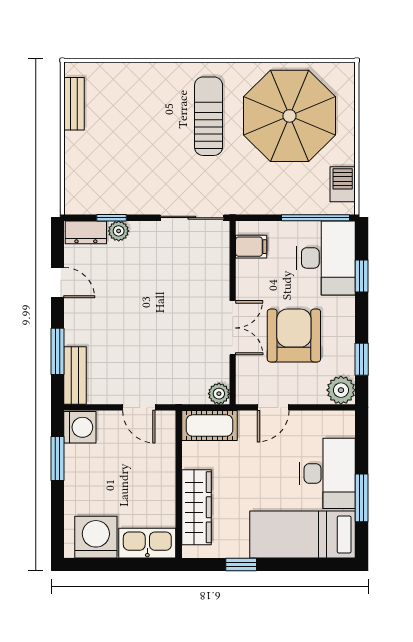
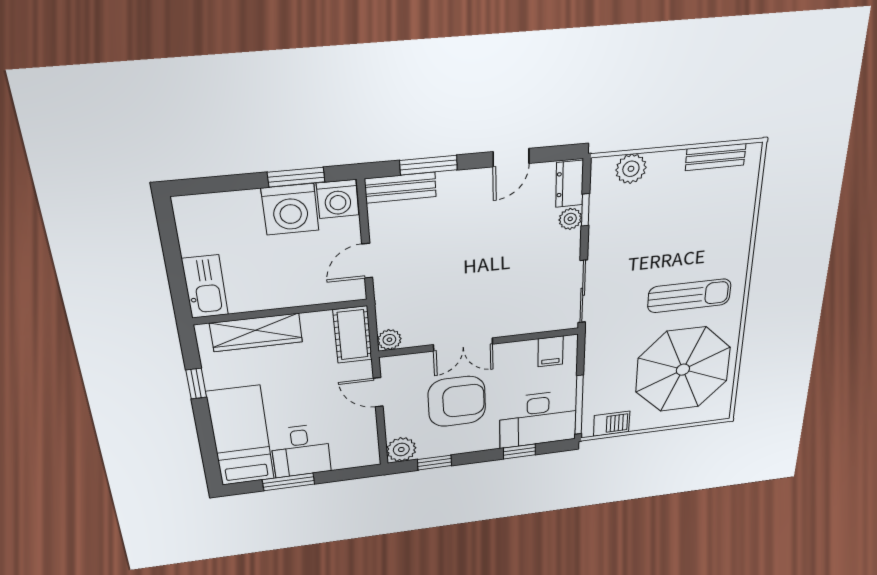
plant: (78, 179) -> (631, 169), added
desk: (327, 473) -> (301, 451), width x0.73
washing machine: (96, 537) -> (290, 209), moved, turned 90

